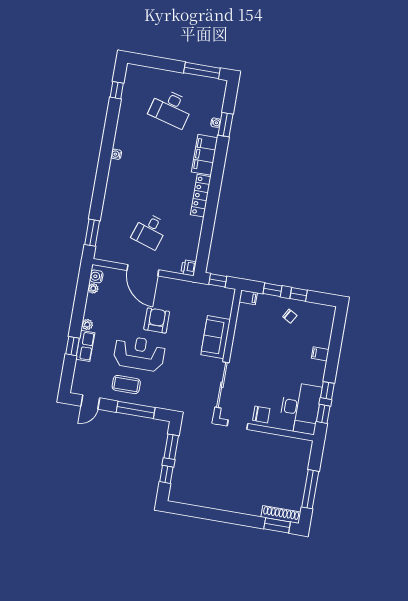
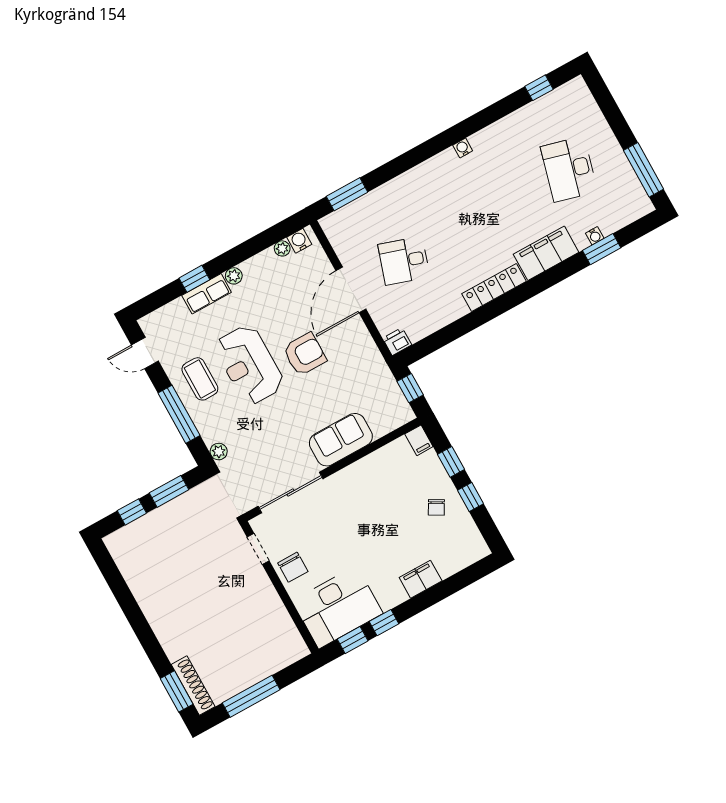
reception desk: (139, 353) -> (249, 365), turned 180
filing cabinet: (320, 354) -> (421, 579), width x2.00
plant: (171, 405) -> (219, 452), added

